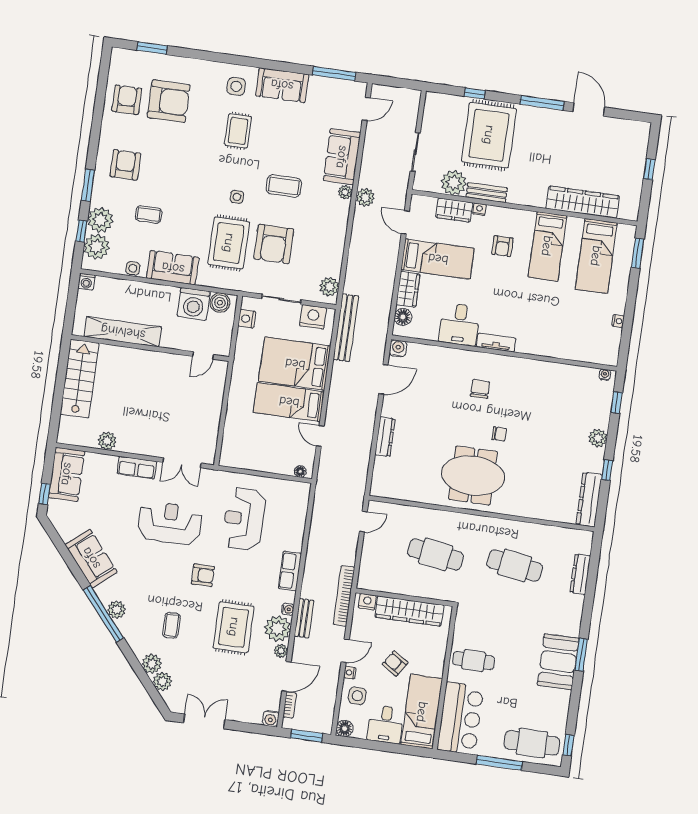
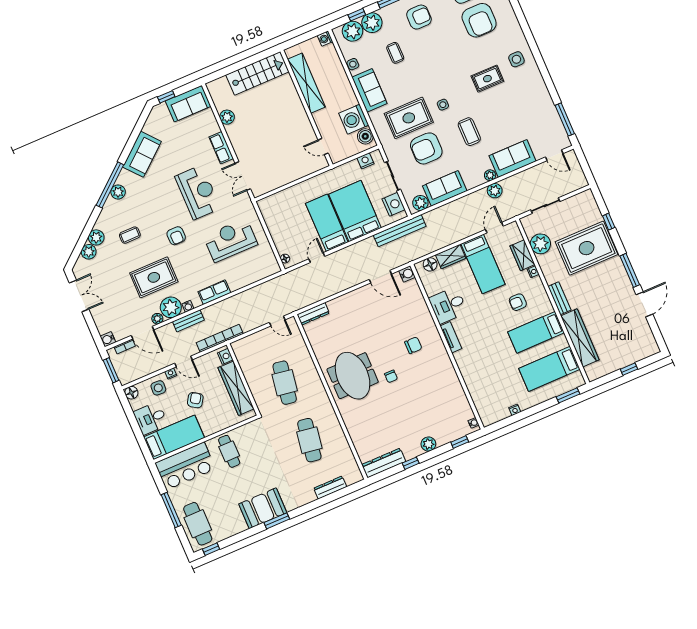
sofa: (282, 85) -> (445, 188), moved, turned 90
bench: (487, 193) -> (559, 298), moved
dresser: (385, 437) -> (313, 314), moved

